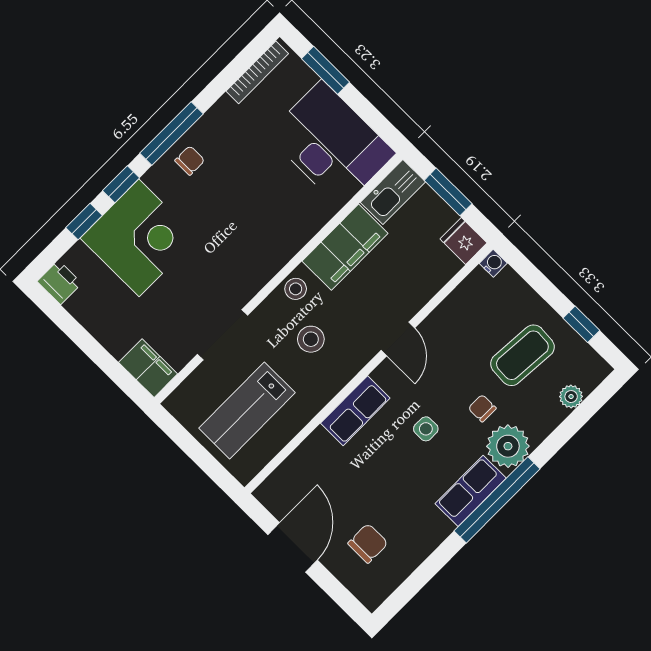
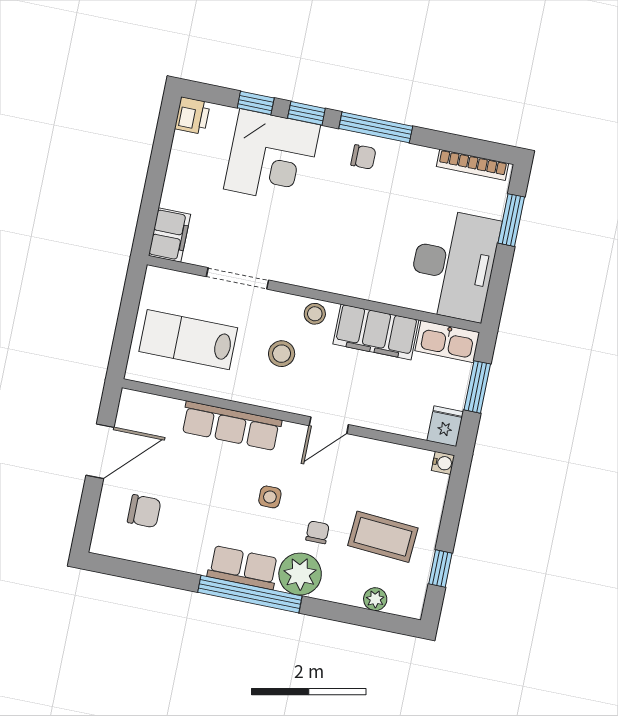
row of seats: (355, 411) -> (231, 426), width x1.48

